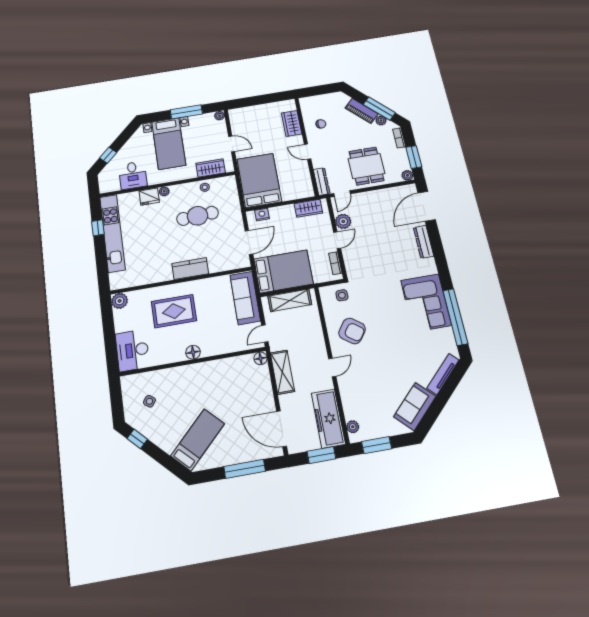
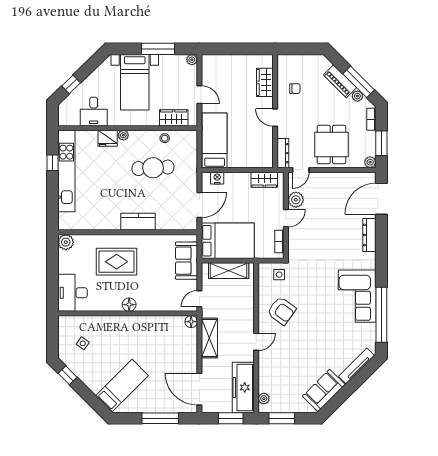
bed: (259, 180) -> (215, 140), width x0.67
sofa: (245, 298) -> (186, 261), width x0.73

